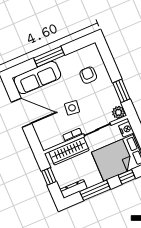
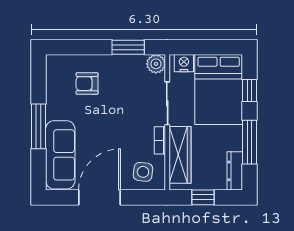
side table: (72, 108) -> (143, 172), moved

